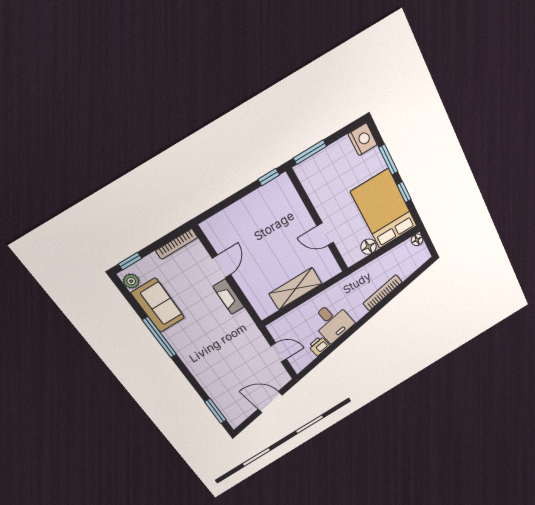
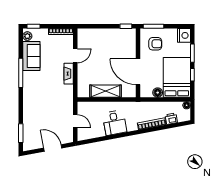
armchair: (327, 178) -> (155, 44), added
door: (325, 234) -> (138, 72), width x1.87
printer: (319, 346) -> (171, 119), moved

